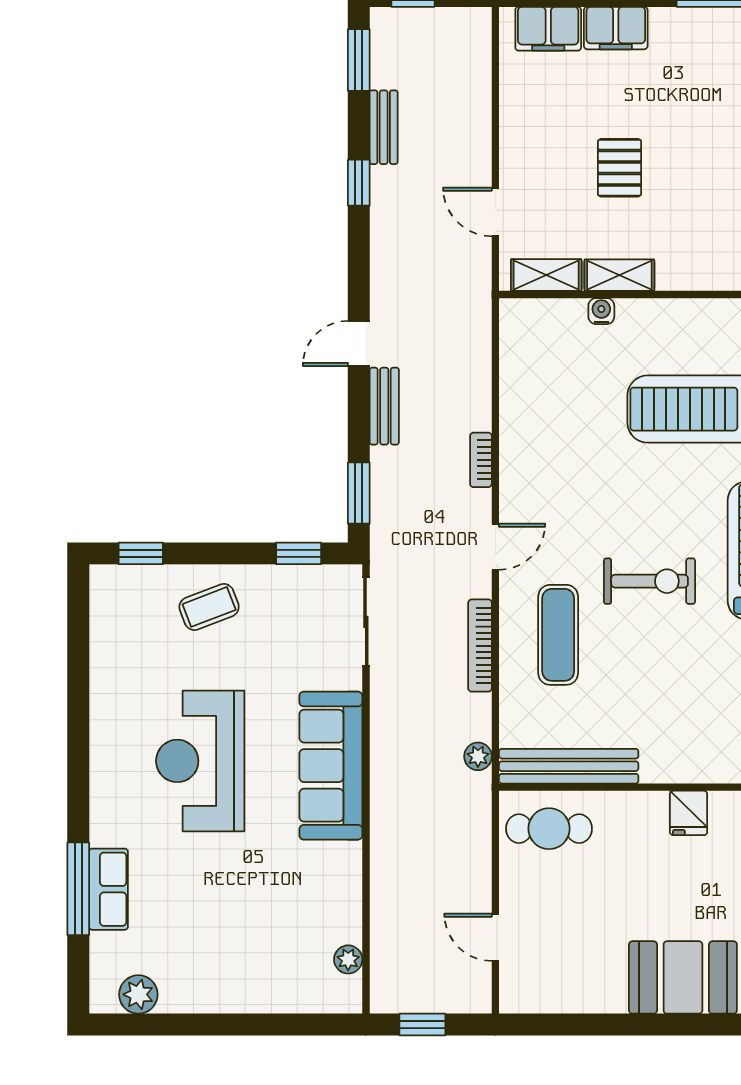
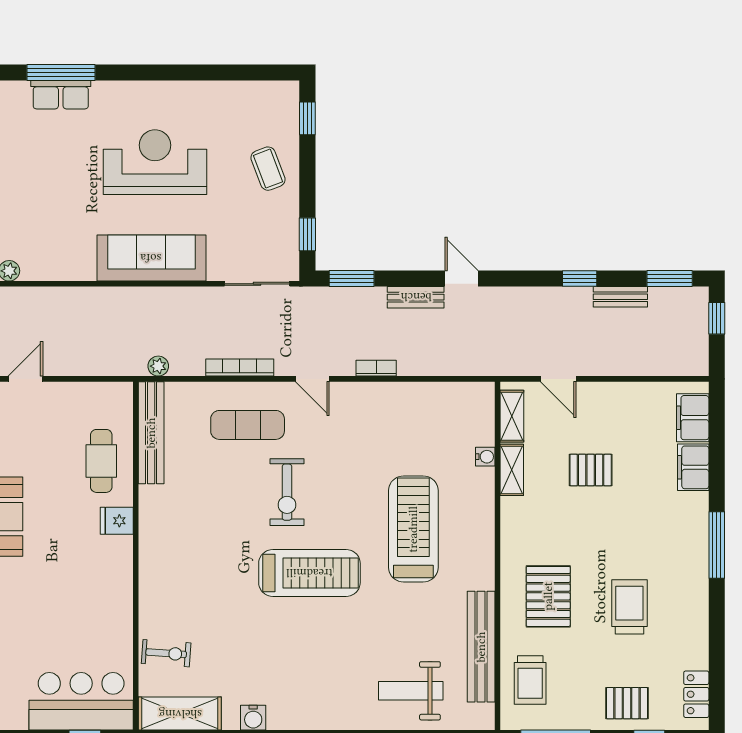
door: (495, 212) -> (558, 379), swing flipped
cafe table: (549, 829) -> (101, 461), moved

